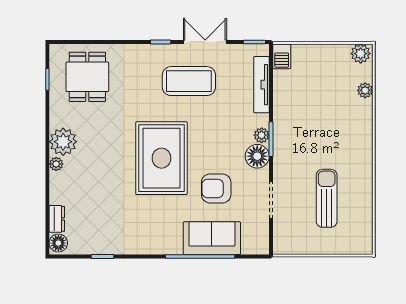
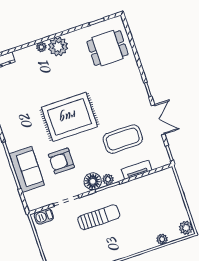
barbecue: (282, 56) -> (44, 216), moved
coffee table: (189, 81) -> (123, 139), moved, turned 90
tv unit: (262, 85) -> (137, 170), width x0.71
armchair: (216, 188) -> (61, 161), turned -90
sun lounger: (327, 198) -> (99, 217), moved

